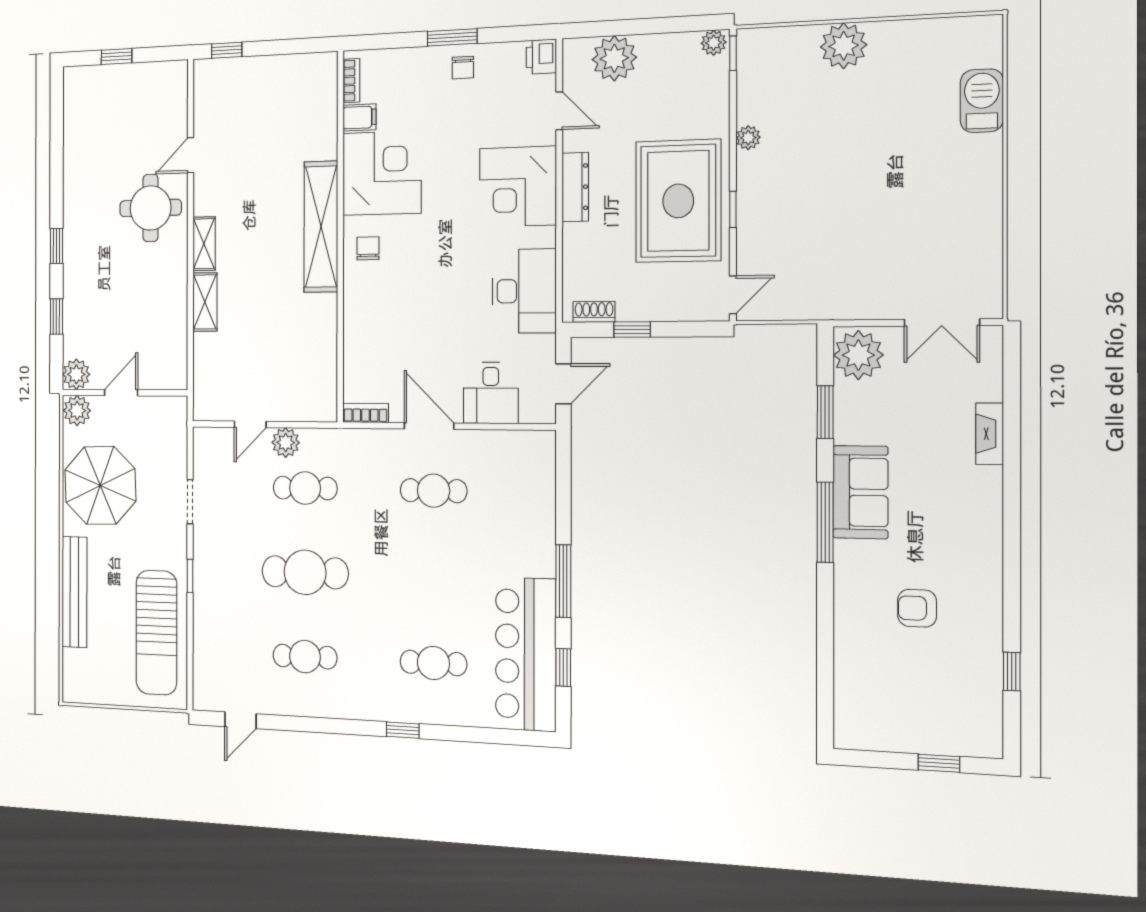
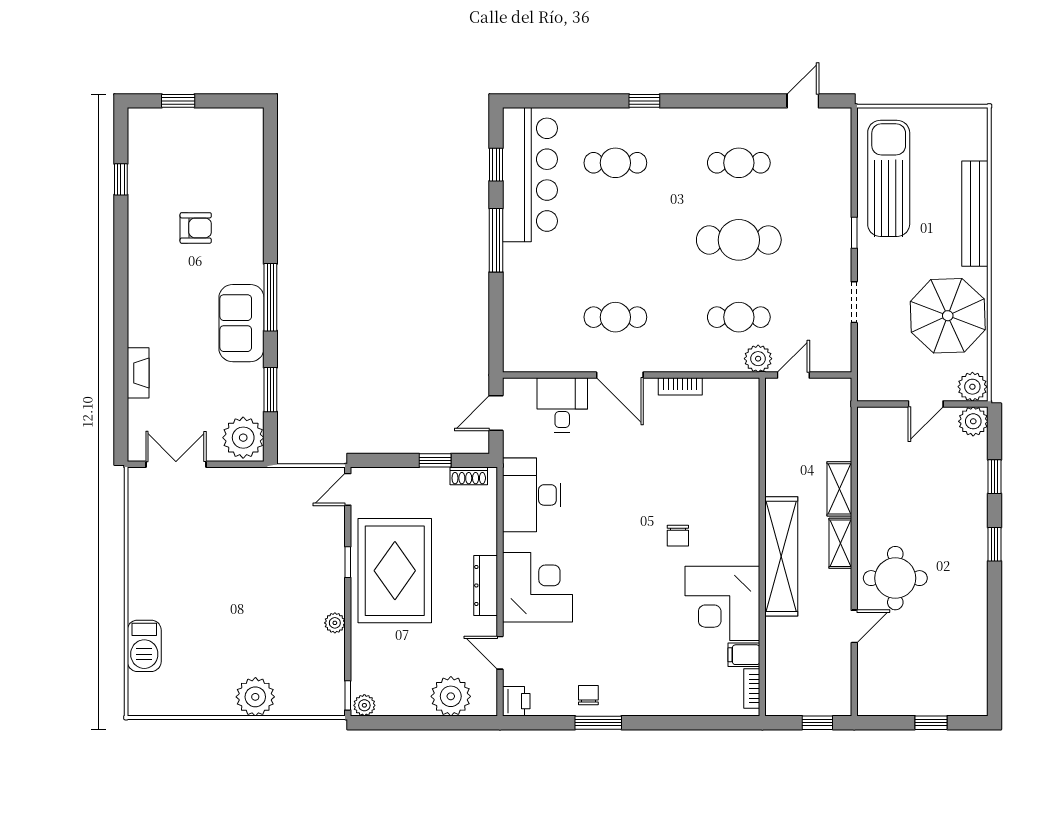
bookcase: (351, 81) -> (752, 689), moved
filing cabinet: (360, 117) -> (744, 655), moved
corner desk: (382, 173) -> (722, 603), moved
shelving: (321, 227) -> (781, 556), moved
wall: (340, 237) -> (762, 547), moved

